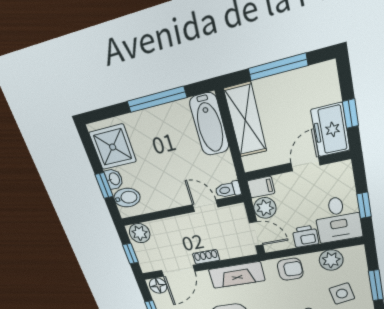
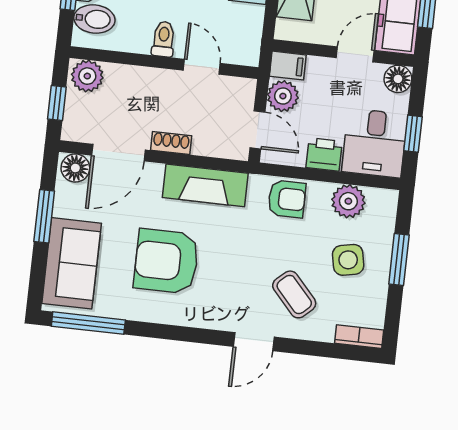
floor lamp: (342, 171) -> (398, 79), added
toilet: (228, 190) -> (164, 39), moved, turned 90

